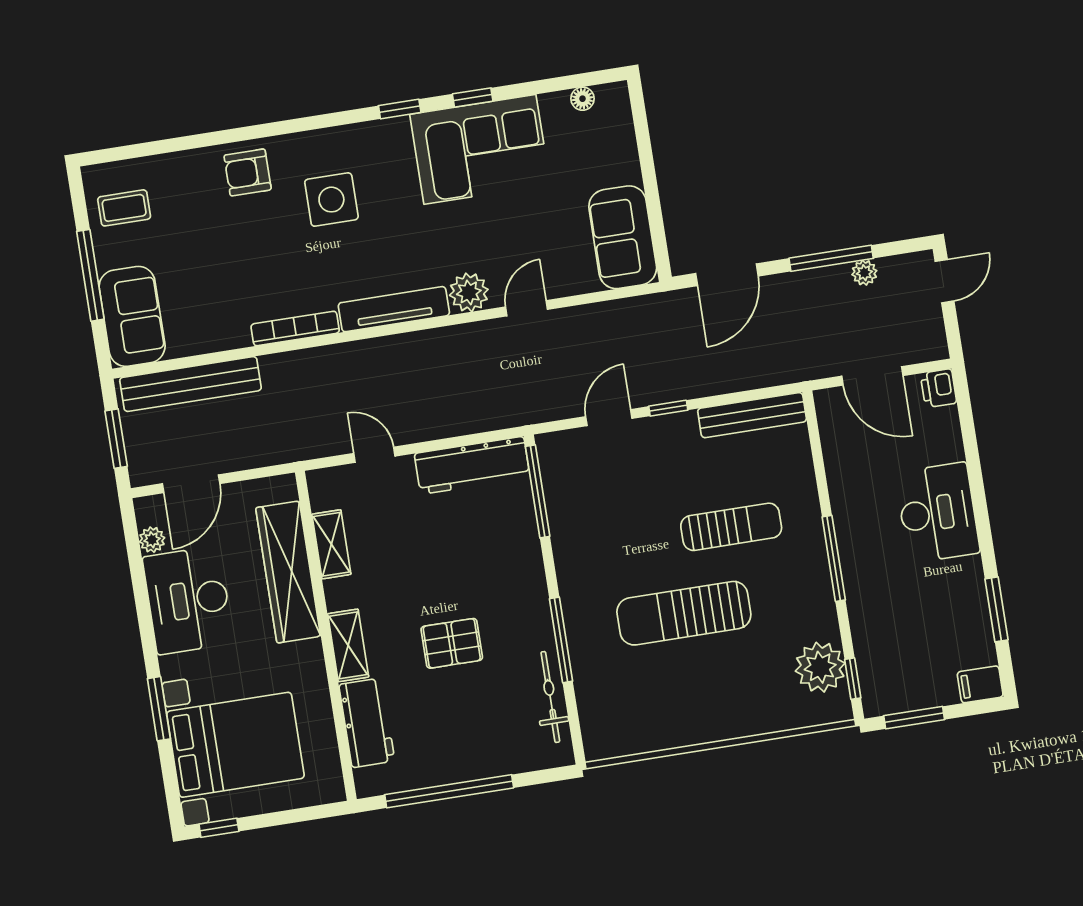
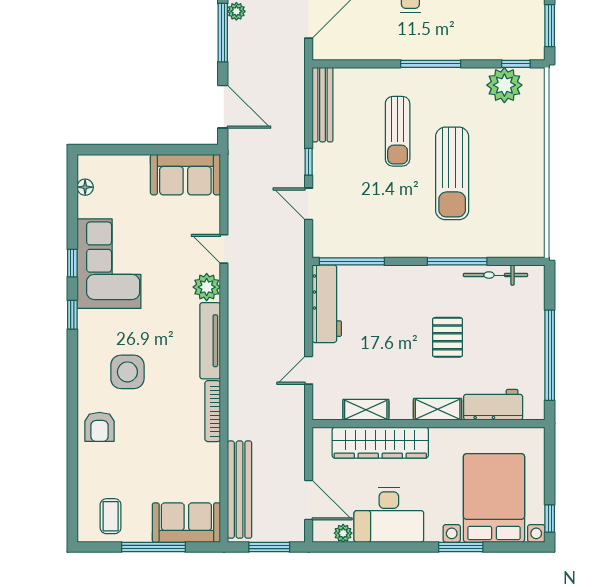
sun lounger: (731, 527) -> (398, 131), turned 180

